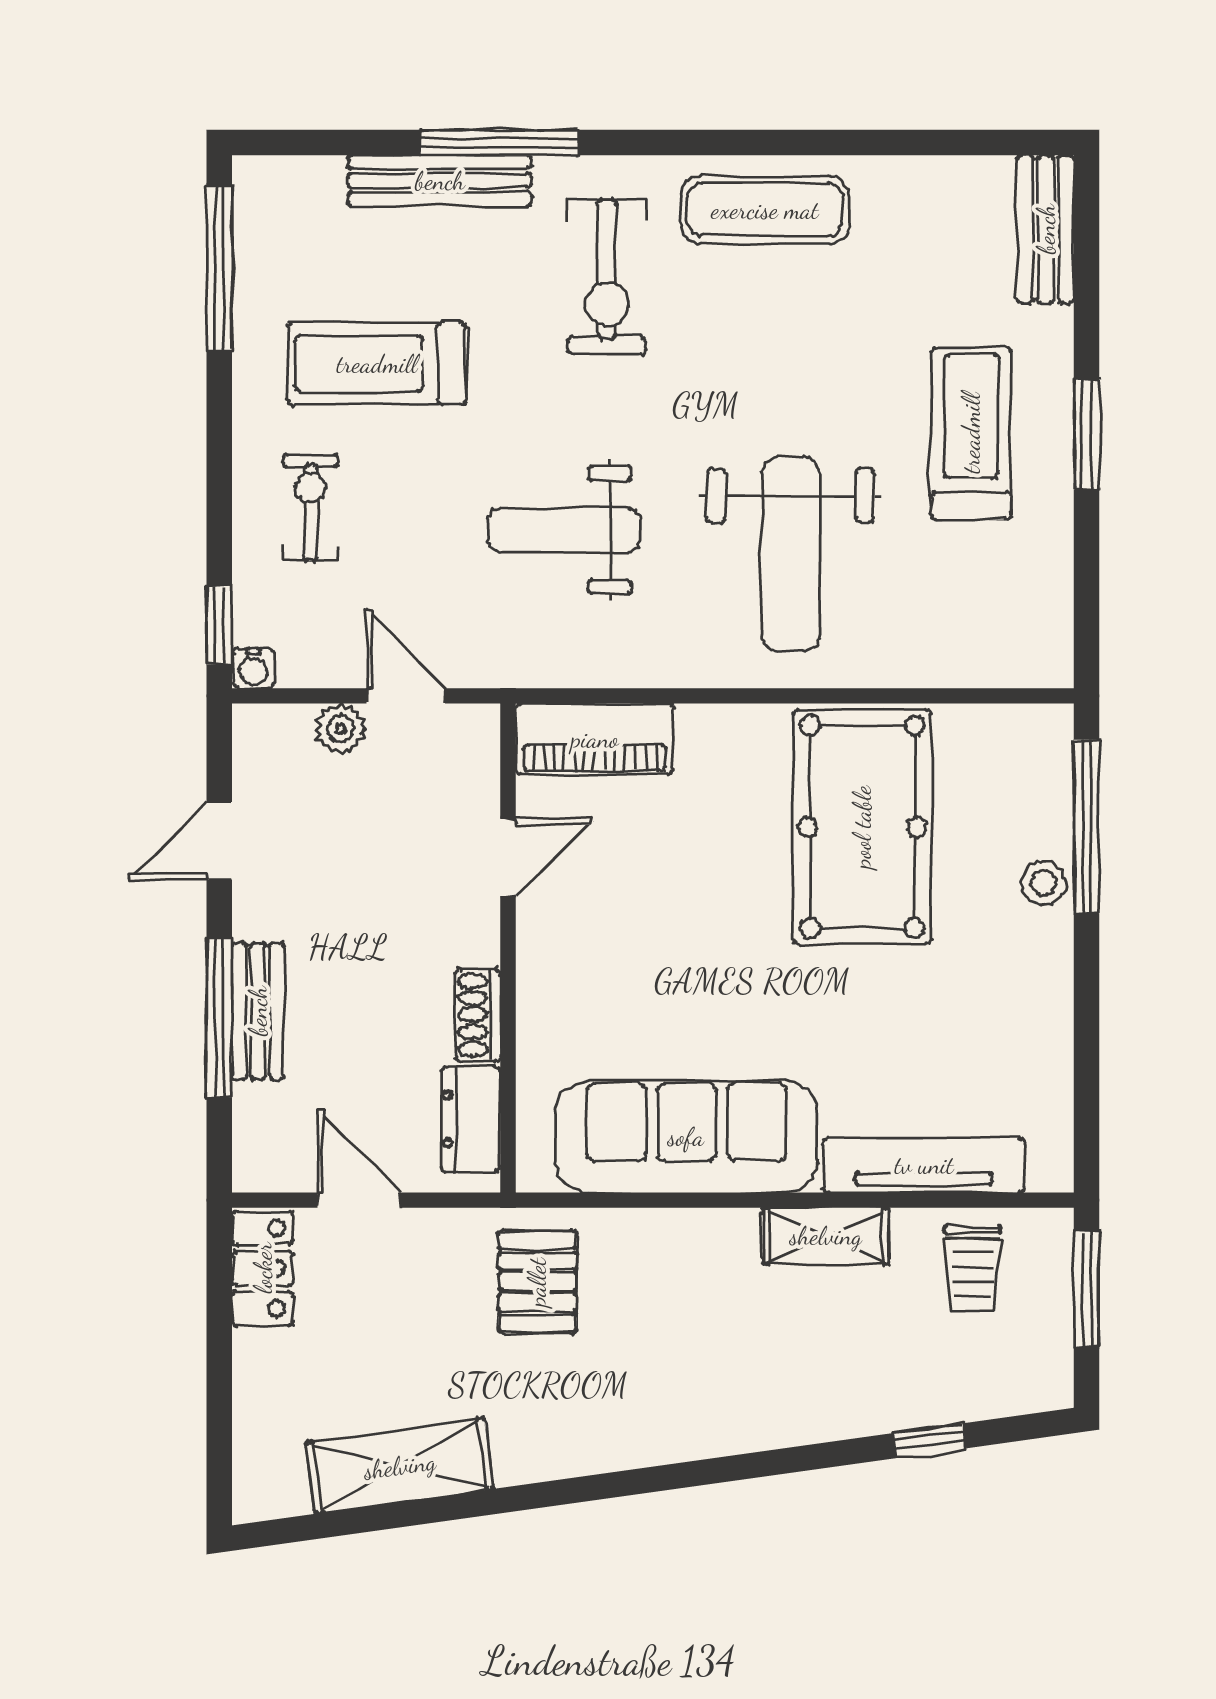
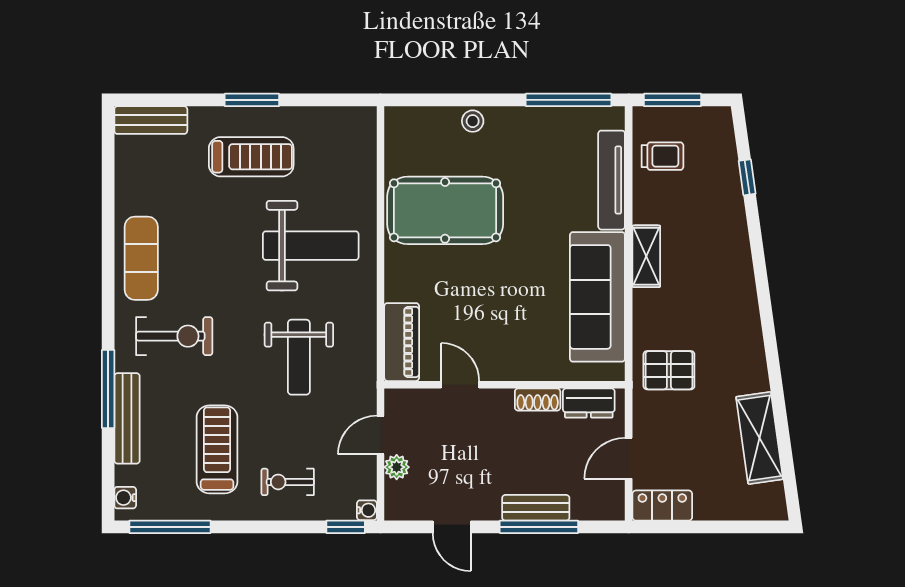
water cooler: (279, 177) -> (125, 498), added
treadmill: (377, 364) -> (217, 449), turned 180
treadmill: (971, 433) -> (251, 157), turned 180
window: (1087, 827) -> (568, 100), moved
shelving: (826, 1236) -> (646, 256), moved

